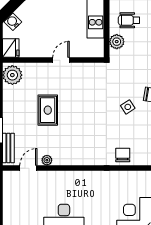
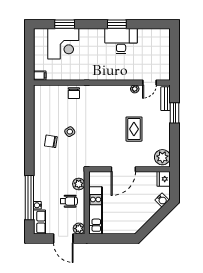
door: (61, 60) -> (123, 169), width x1.87

